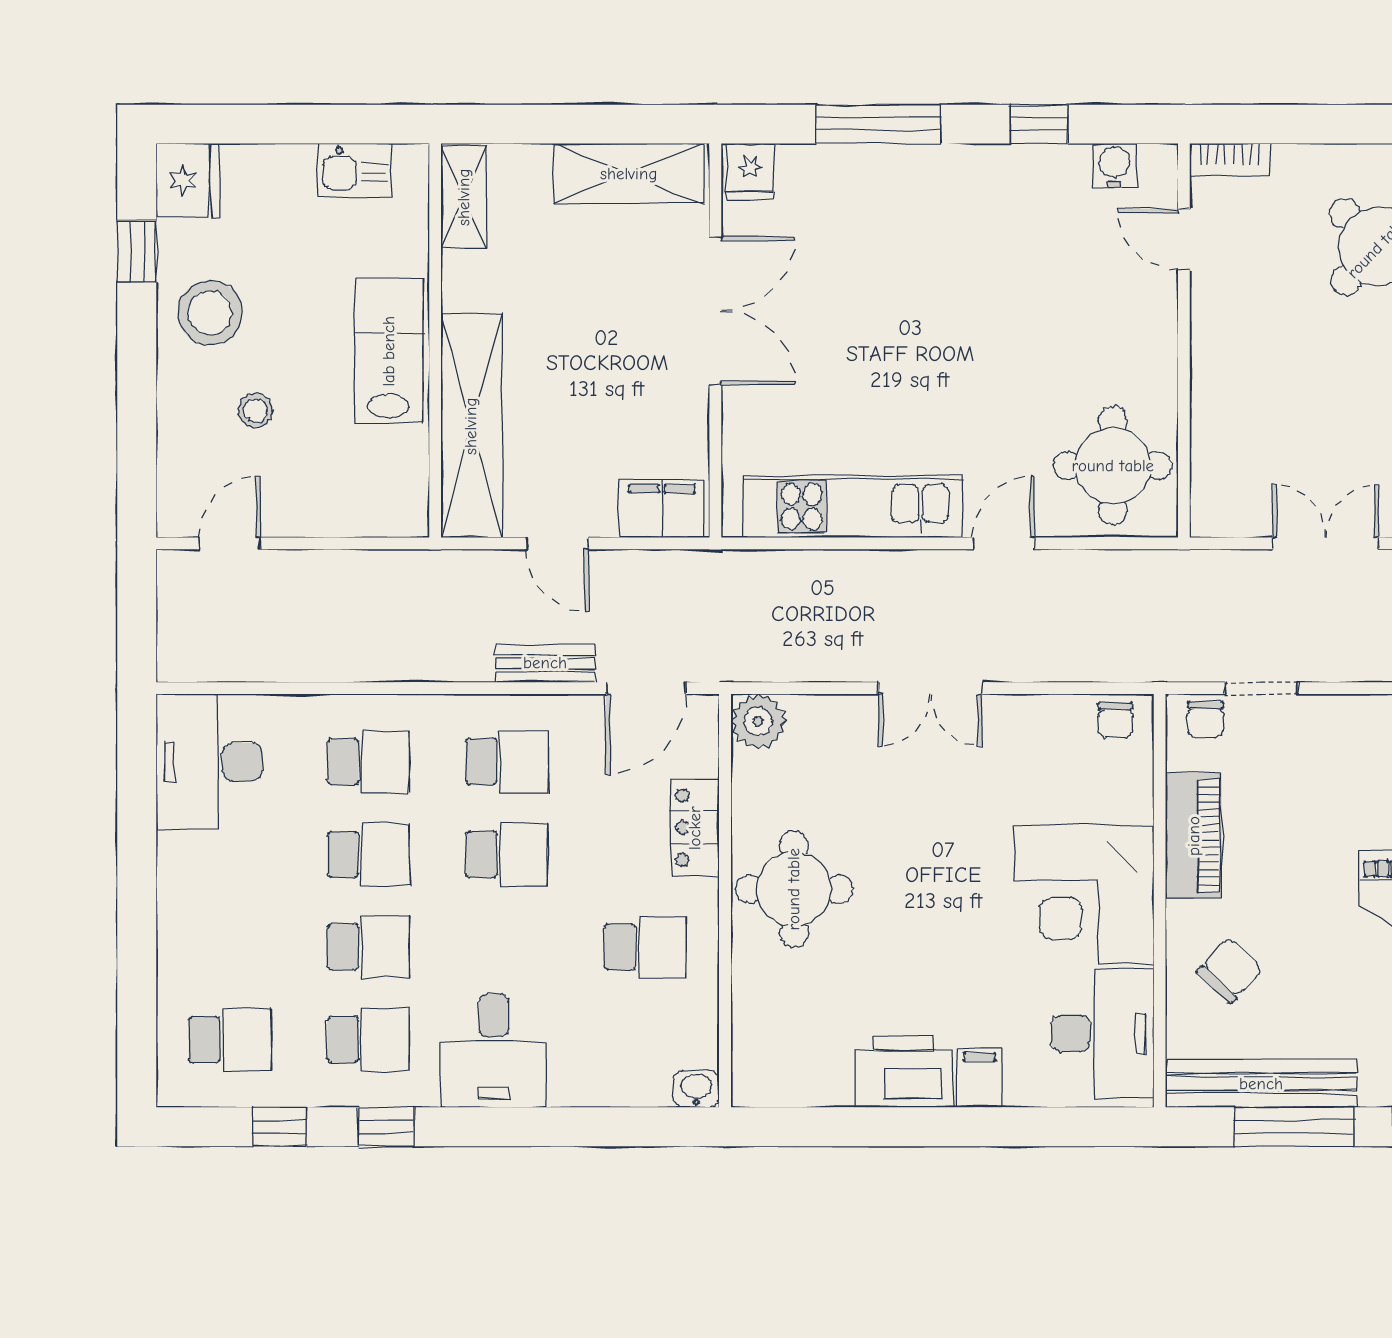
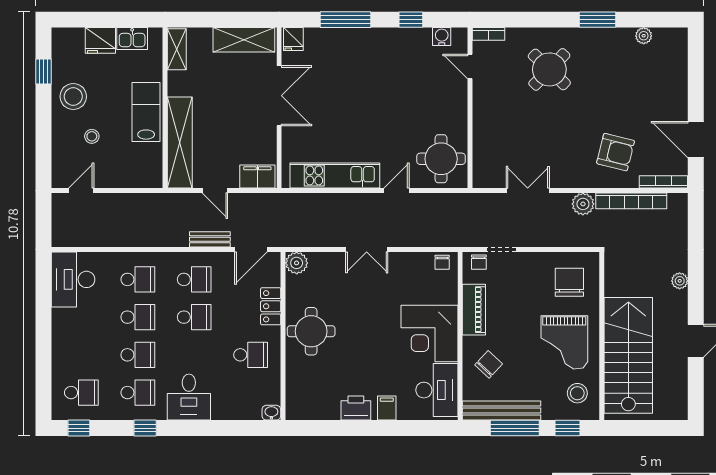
fridge: (188, 180) -> (100, 40), moved, turned 90
printer: (904, 1072) -> (356, 408), width x0.73, depth x0.84
window: (279, 1127) -> (79, 428), moved

